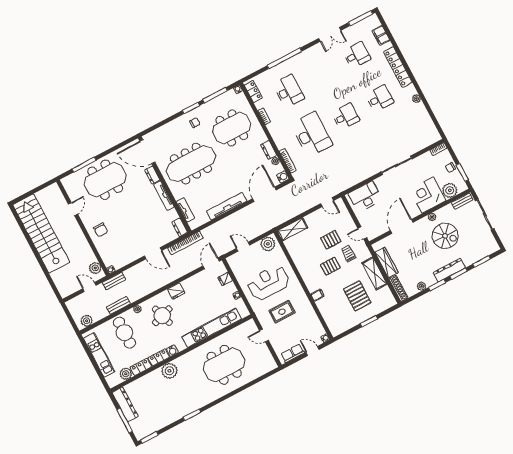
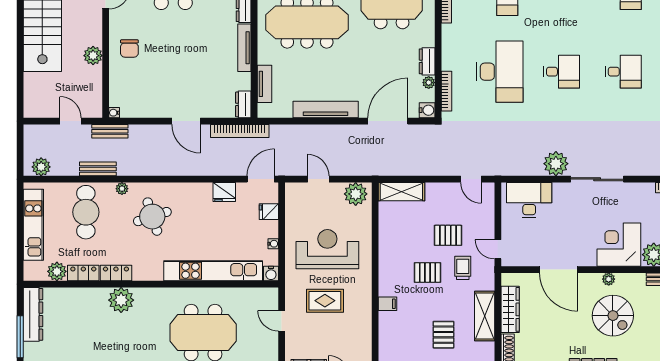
plant: (369, 169) -> (556, 164), added
door: (402, 226) -> (559, 270), swing flipped
plant: (95, 268) -> (93, 56), moved
fridge: (176, 291) -> (224, 192), moved
pallet: (357, 296) -> (443, 335), width x0.67, depth x0.71
water cooler: (172, 351) -> (271, 274), moved

